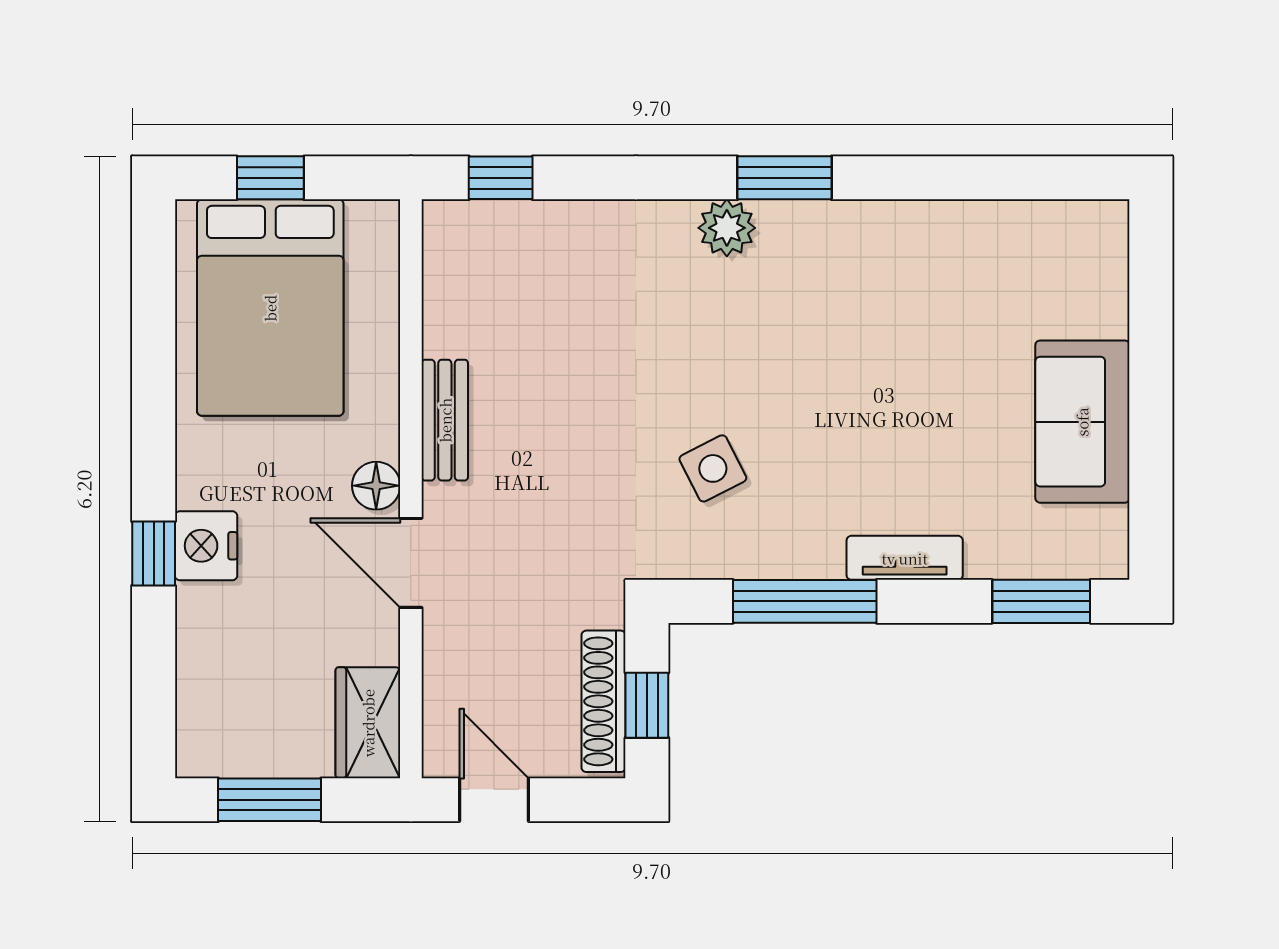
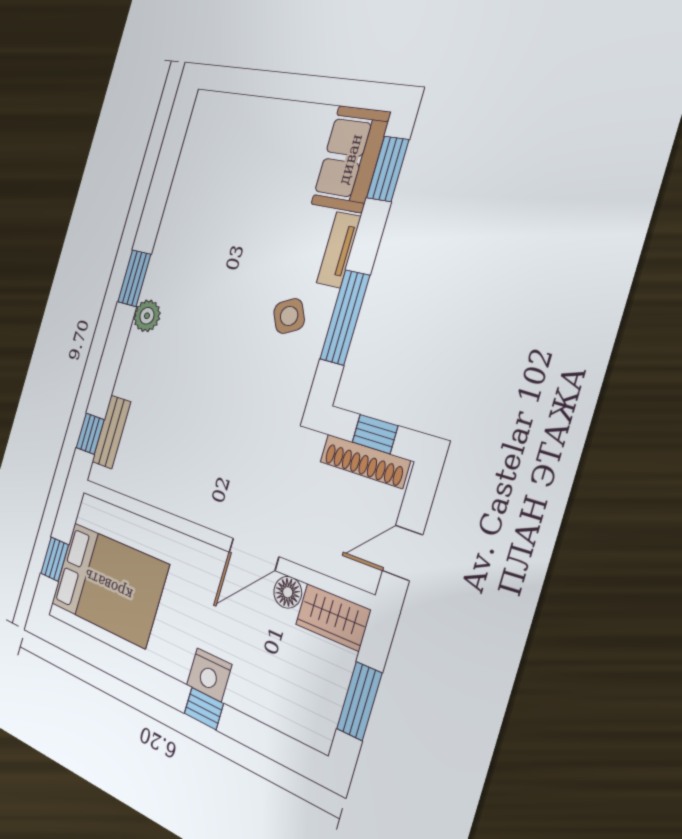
bench: (445, 420) -> (111, 432), moved, turned 90
sofa: (1082, 422) -> (351, 159), moved, turned 90
side table: (713, 468) -> (289, 316), moved
floor lamp: (376, 486) -> (288, 592), moved

